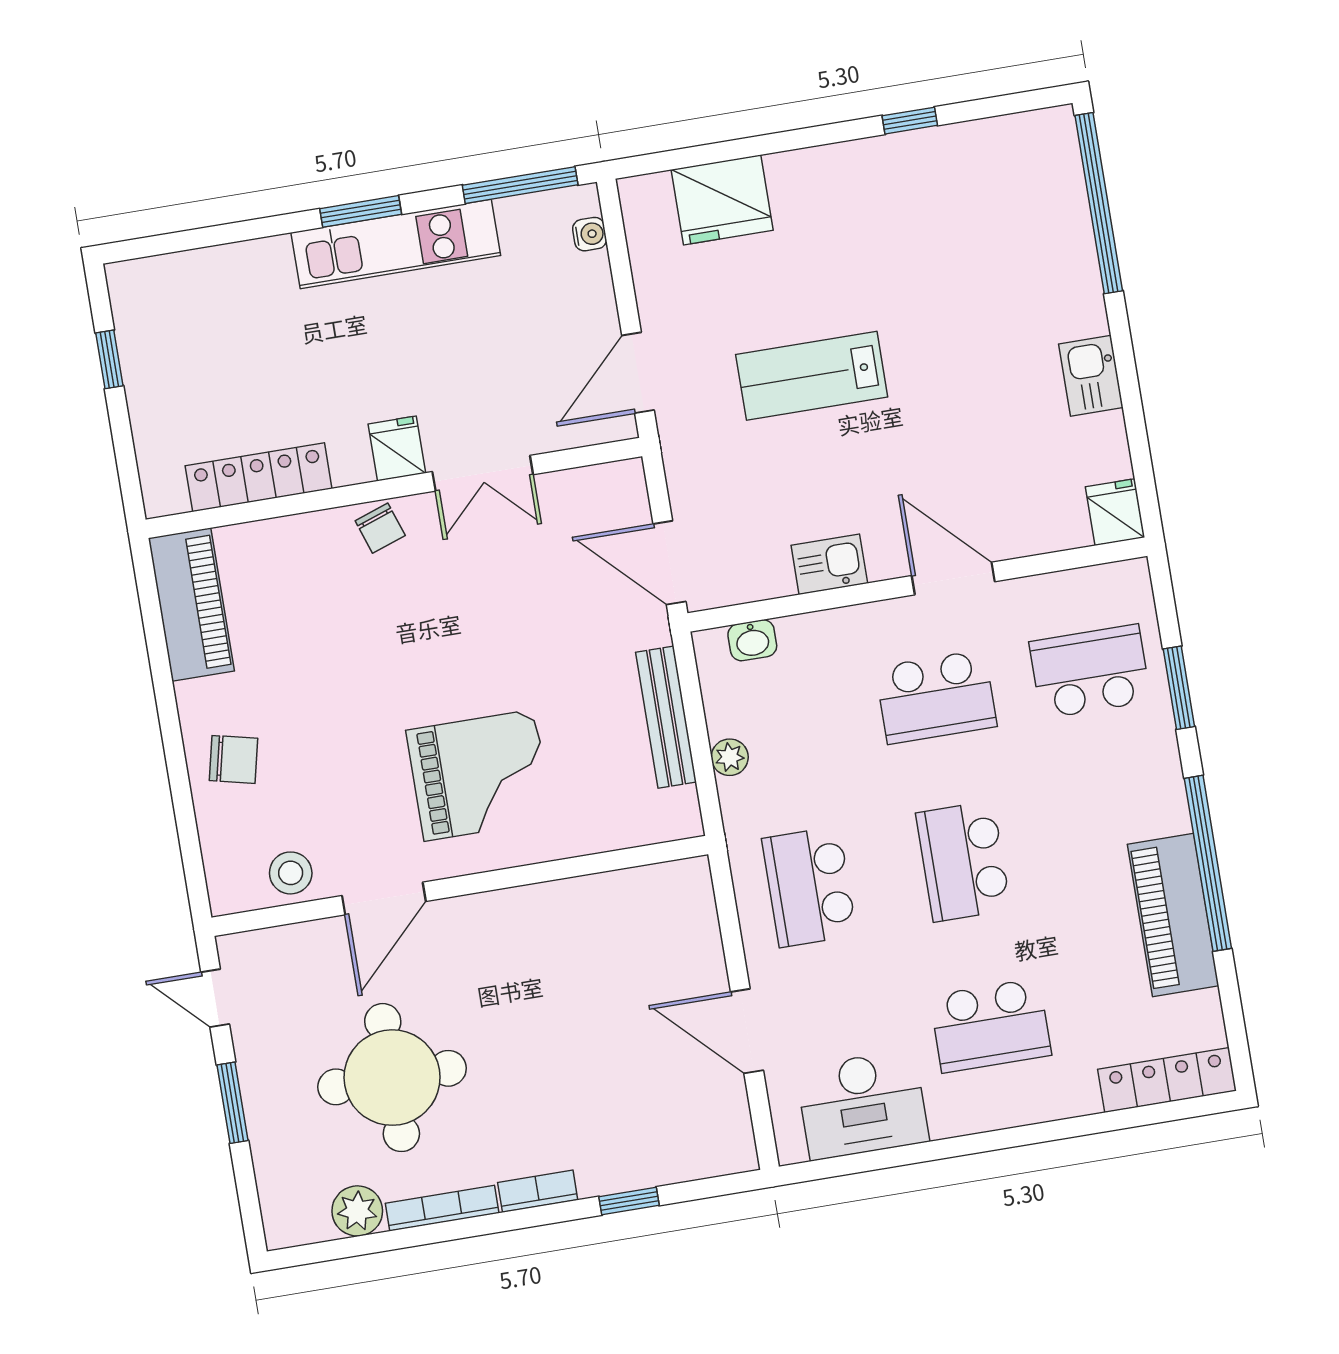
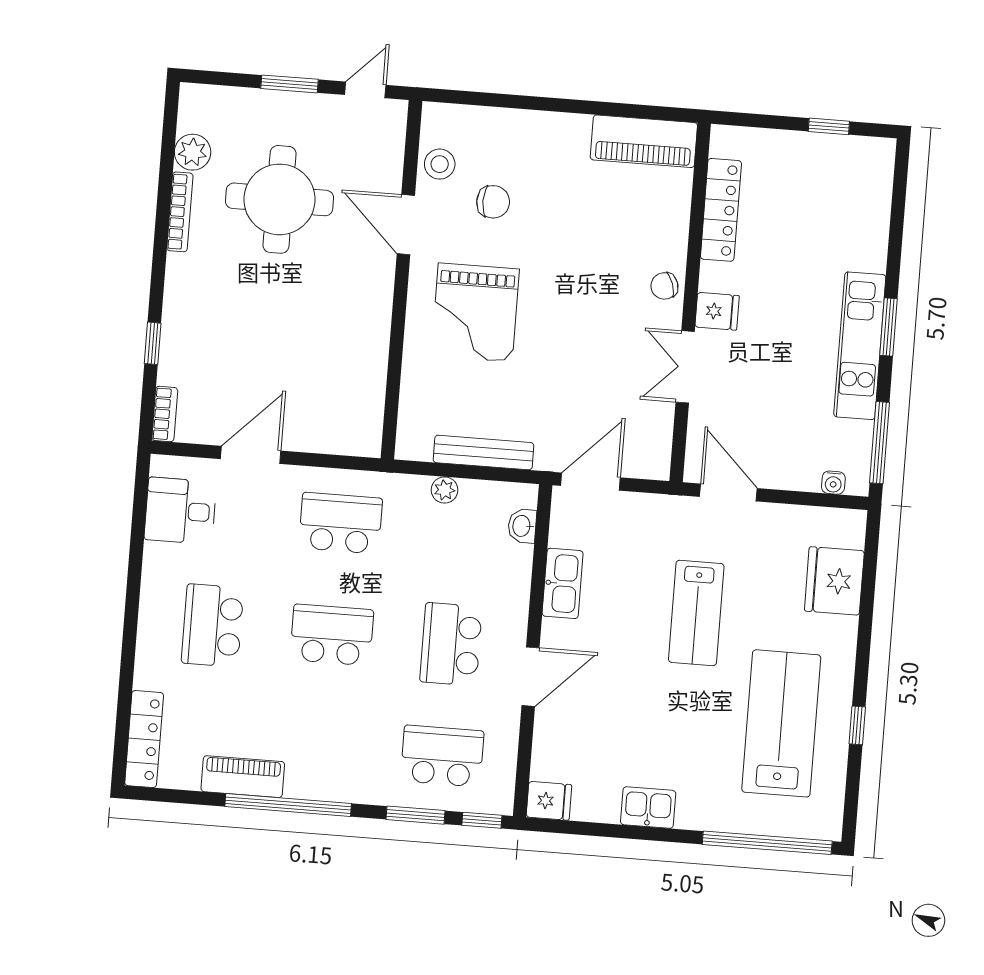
lab bench: (933, 224) -> (781, 723), added
lab bench: (812, 376) -> (696, 613), turned 180
kitchen sink: (829, 564) -> (563, 583), width x1.38
window: (1164, 596) -> (482, 820), added
school desk: (1090, 671) -> (442, 756), turned -90
chair: (234, 759) -> (493, 202), moved, turned -103
piano: (1173, 915) -> (243, 777), width x0.73, depth x0.75
desk: (862, 1105) -> (180, 511), width x0.73
bookcase: (538, 1191) -> (165, 414), moved

